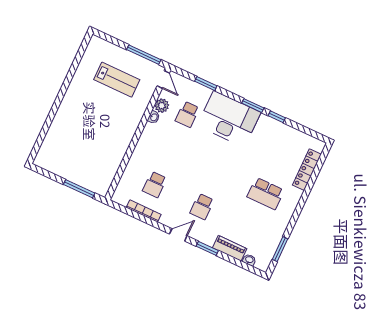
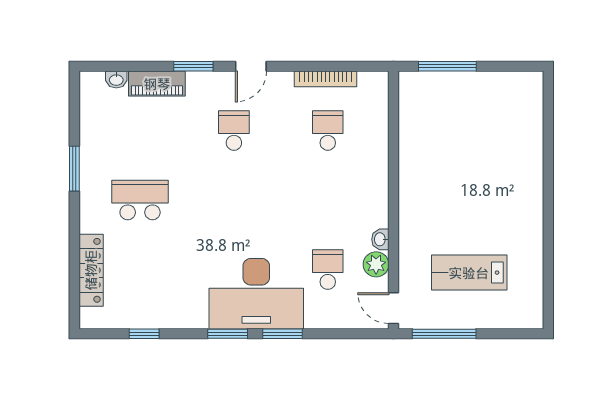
window: (206, 84) -> (282, 334), moved
window: (277, 117) -> (144, 334), moved
window: (280, 249) -> (74, 169), moved

